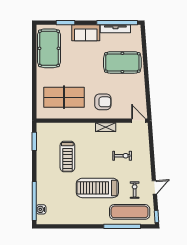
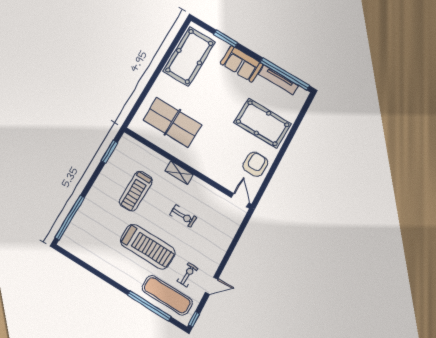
armchair: (103, 102) -> (255, 164), moved, turned -90
shelving: (106, 127) -> (179, 173), moved
exercise bike: (122, 156) -> (183, 216), moved
treadmill: (97, 188) -> (148, 247), turned 180
water cooler: (41, 209) -> (72, 231), removed

